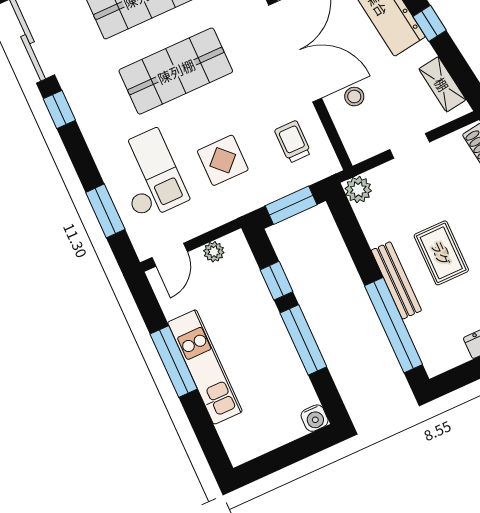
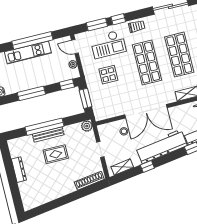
window: (59, 109) -> (118, 19), moved
trolley: (293, 142) -> (137, 26), moved
window: (277, 281) -> (67, 85), moved
window: (394, 325) -> (44, 127), moved
window: (174, 362) -> (32, 40), width x1.46

